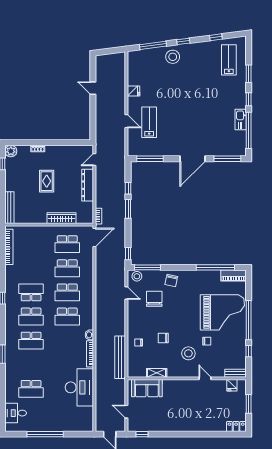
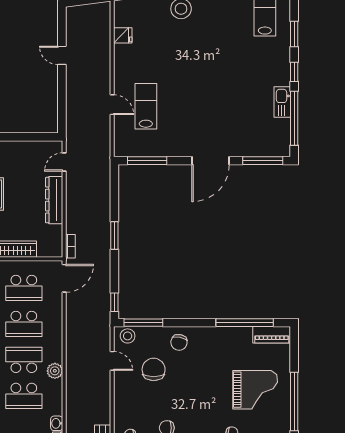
fridge: (134, 91) -> (123, 35), moved
window: (128, 188) -> (114, 205), removed
school desk: (67, 292) -> (24, 360), turned 180
plant: (88, 300) -> (55, 371), added
grand piano: (222, 312) -> (255, 390), width x0.73, depth x0.68

